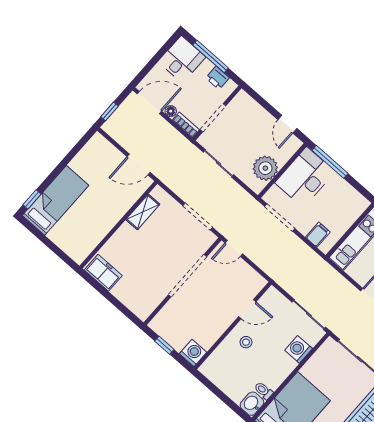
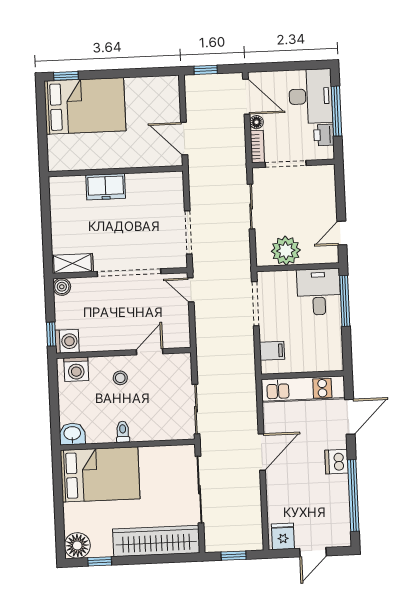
desk: (182, 59) -> (311, 96), width x1.37
desk: (305, 177) -> (319, 292), width x0.73
bed: (56, 200) -> (85, 106), width x1.50
shelving: (143, 212) -> (72, 264), moved
freezer: (103, 273) -> (106, 187), moved, turned 90
door: (247, 309) -> (150, 352), swing flipped
boiler: (157, 324) -> (62, 287), added
window: (164, 345) -> (51, 334), moved
washing machine: (299, 349) -> (76, 369), moved, turned 180
toilet: (264, 391) -> (123, 432), moved

